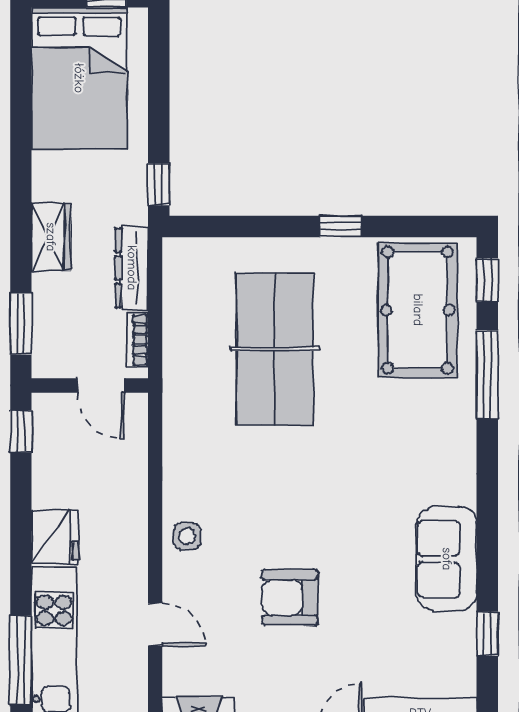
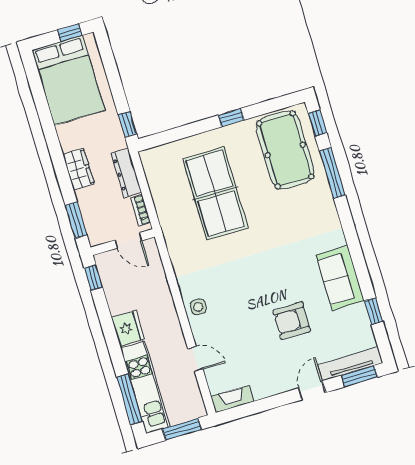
armchair: (290, 598) -> (292, 321), moved

